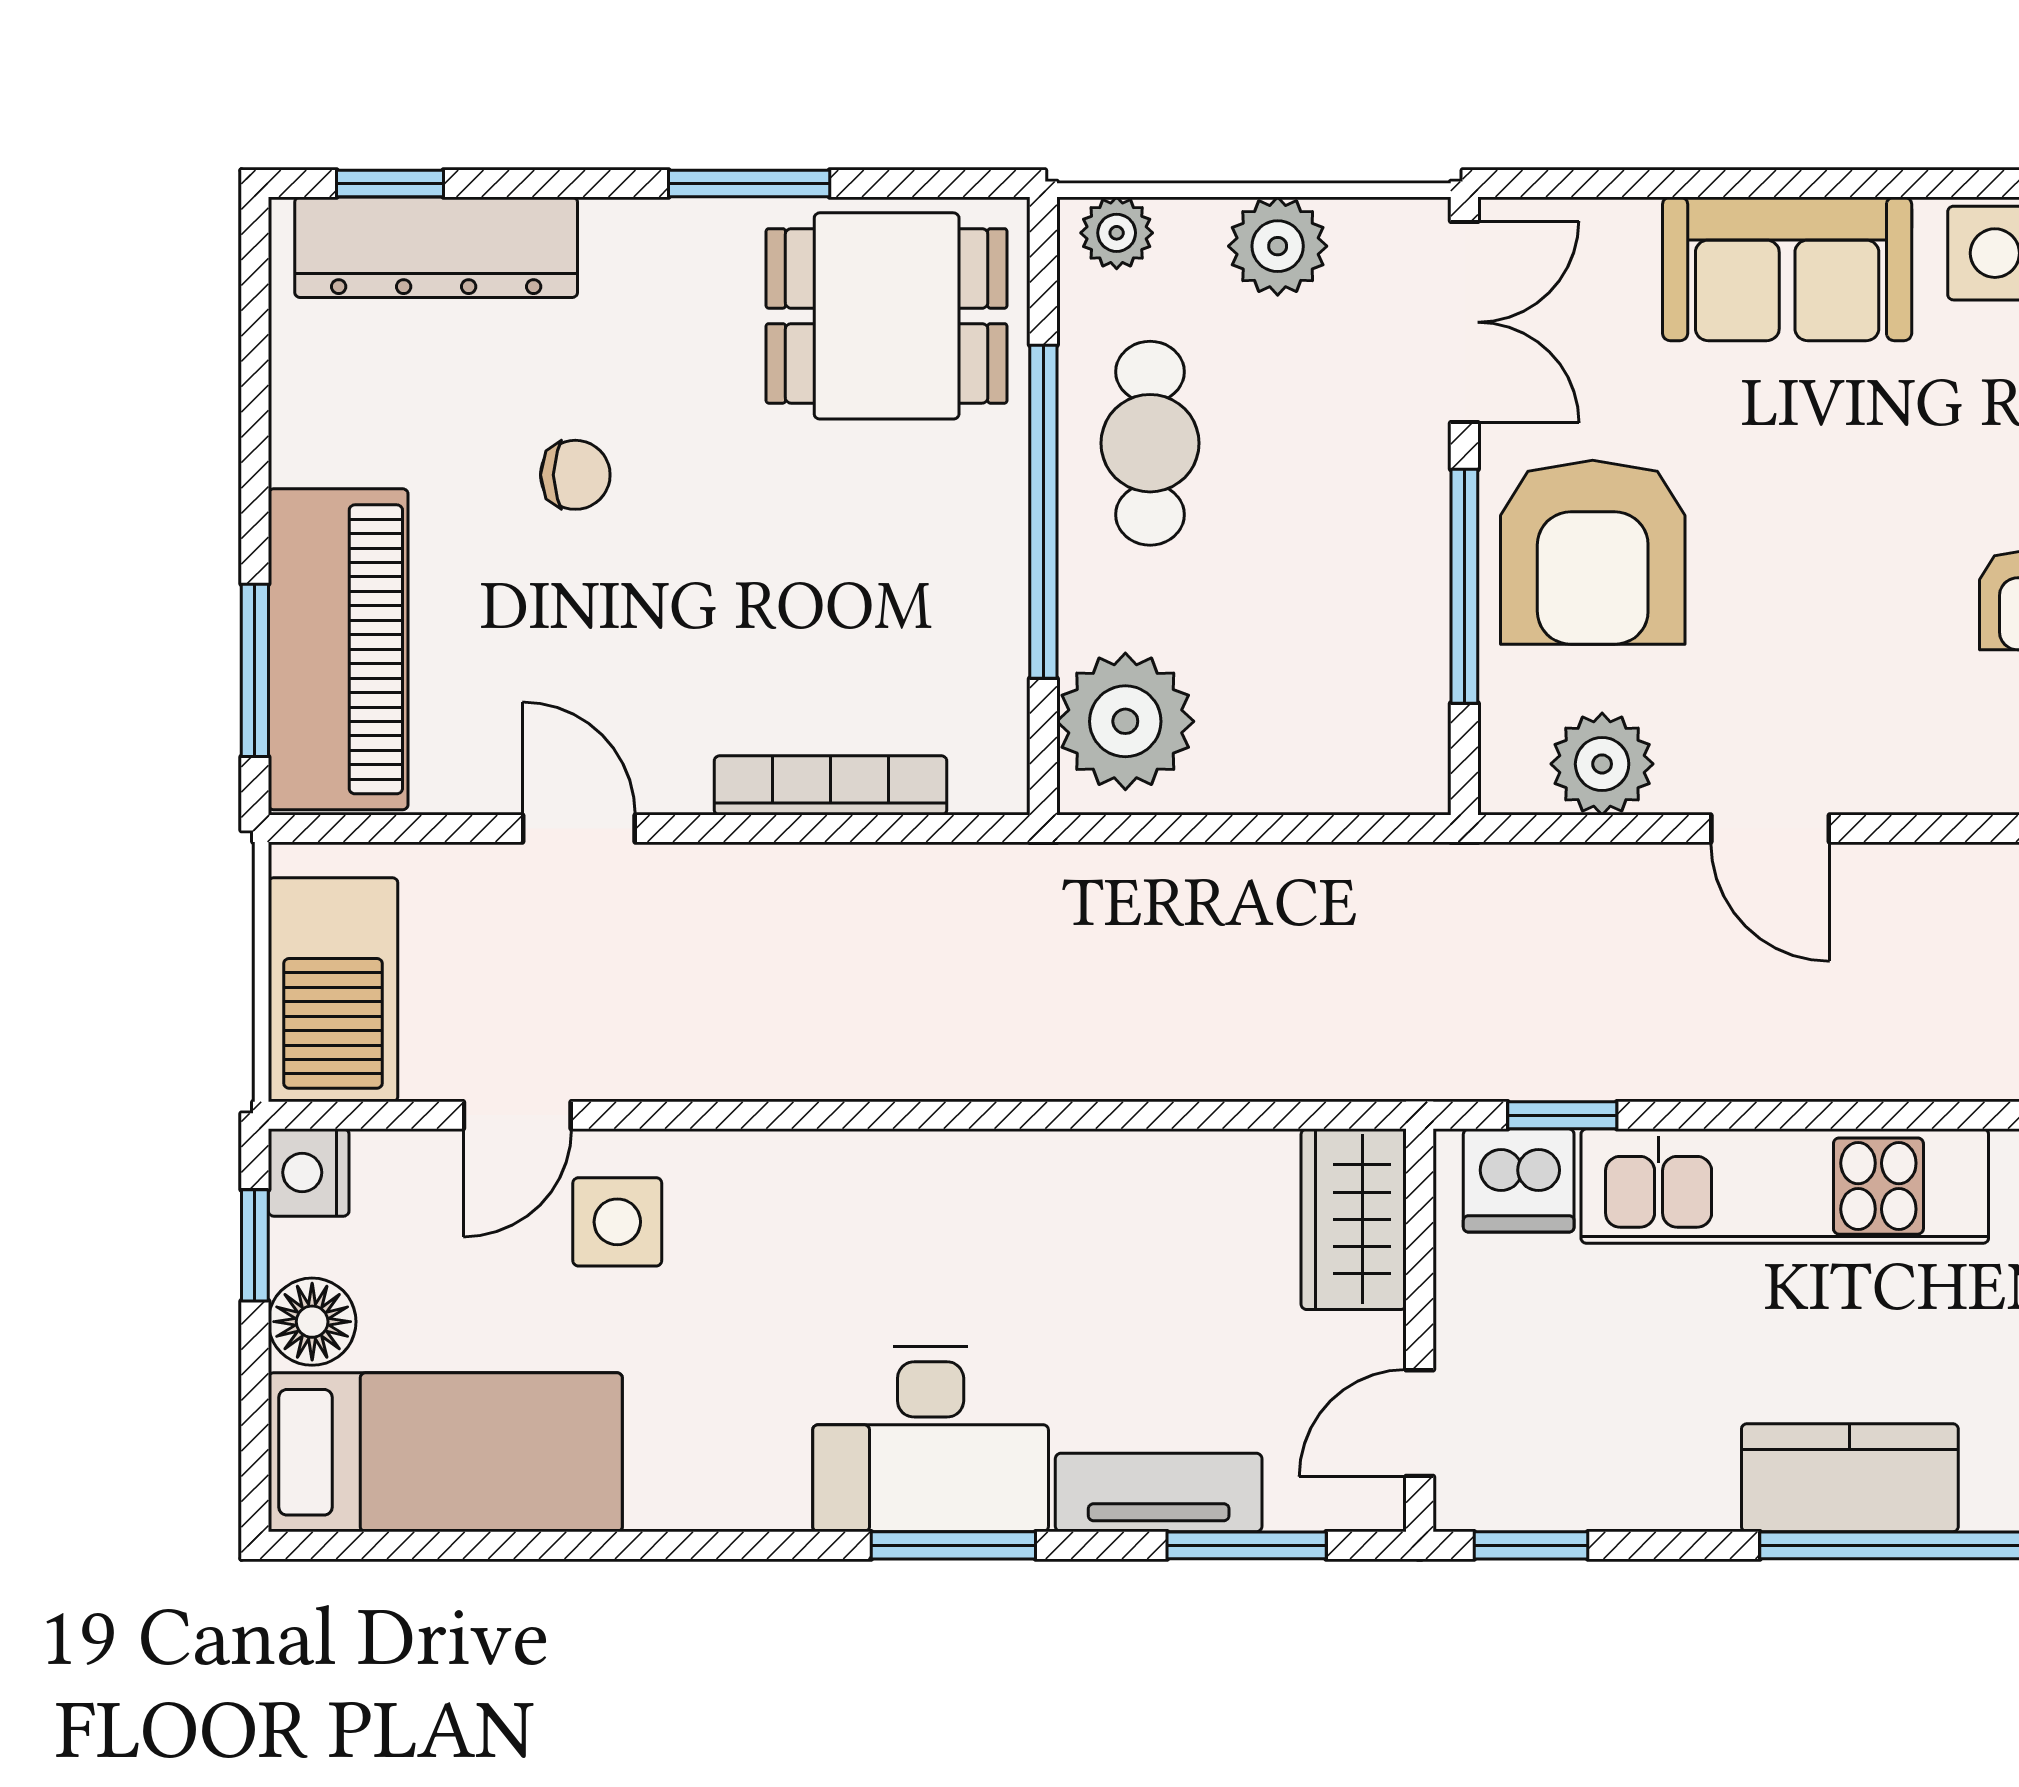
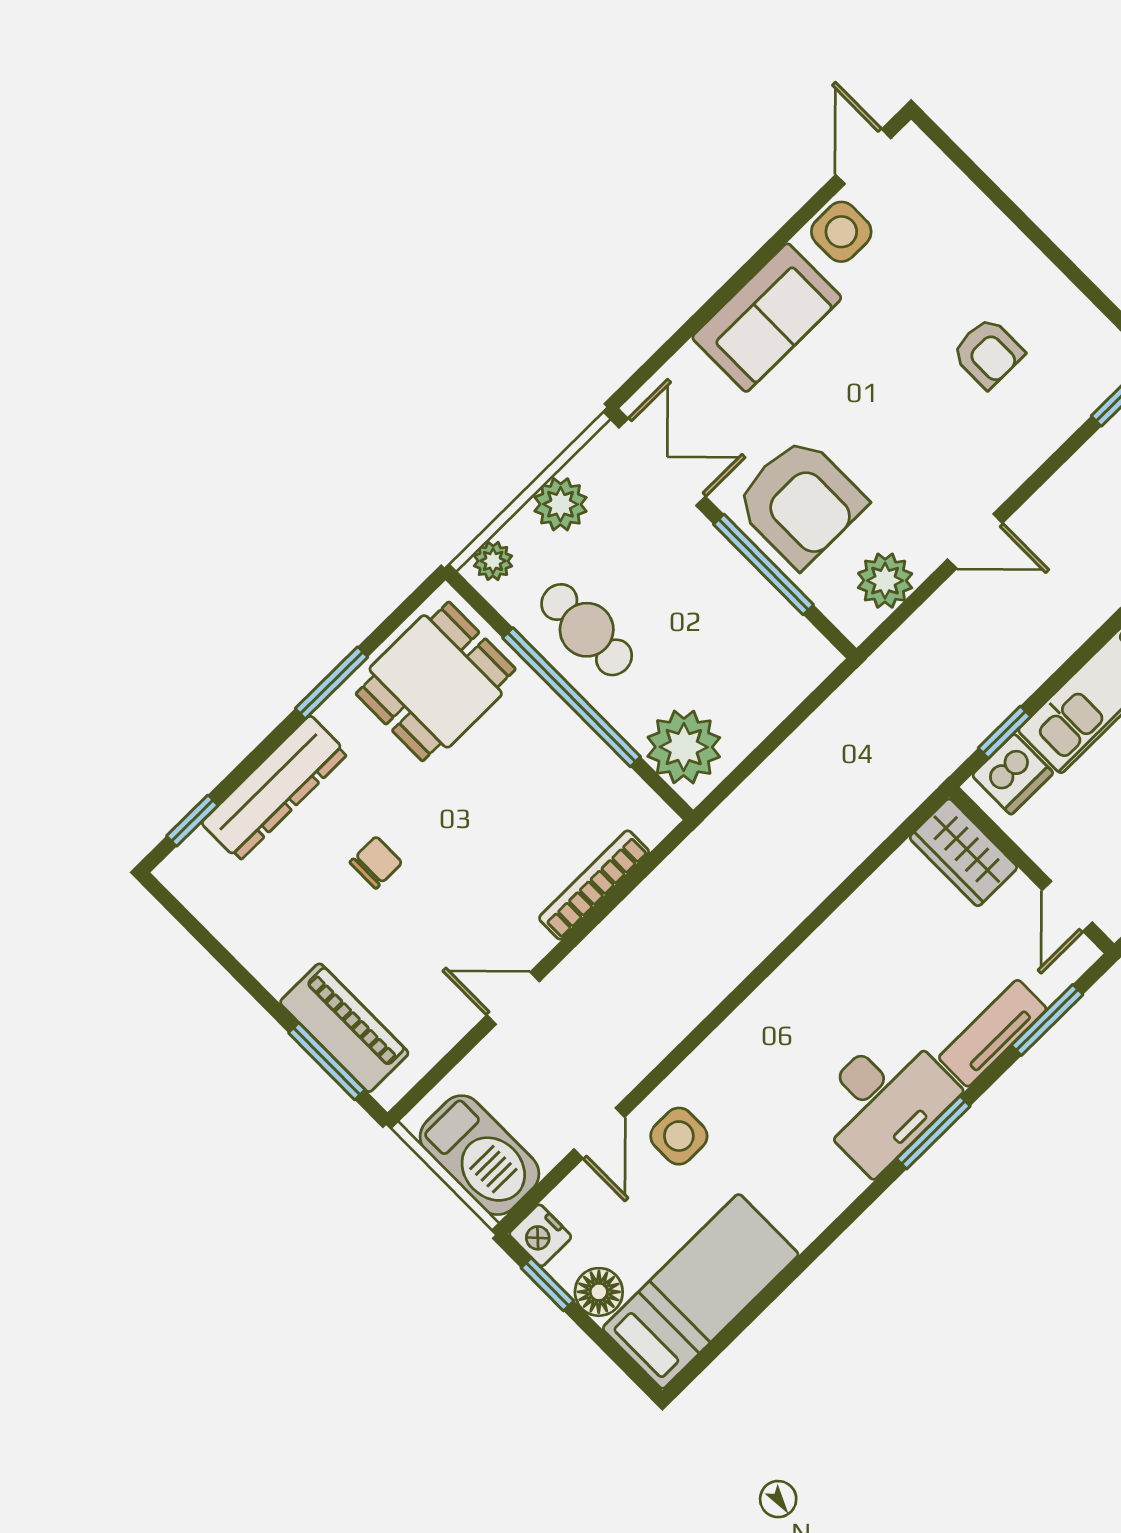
dresser: (436, 247) -> (275, 788), moved
piano: (338, 649) -> (344, 1028), width x0.73, depth x0.75

